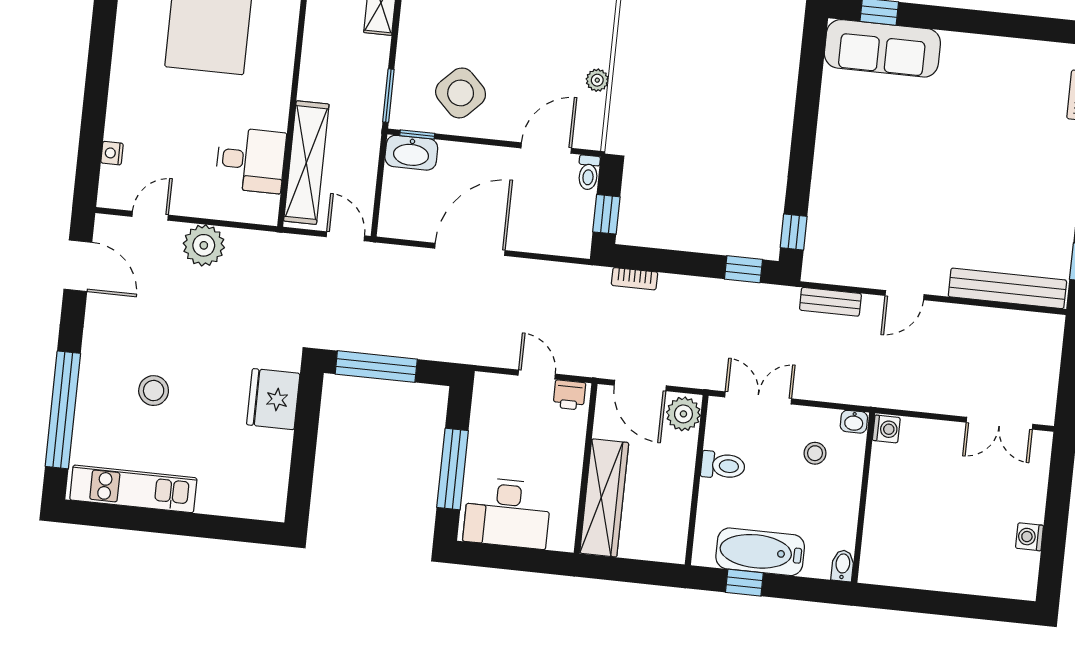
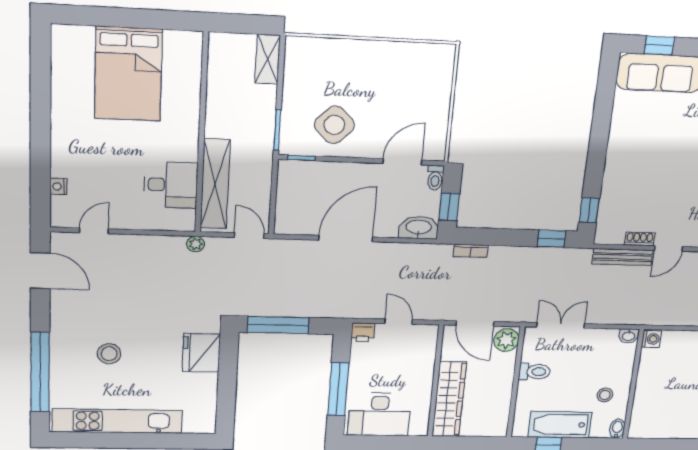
plant: (597, 80) -> (441, 109), removed
washbasin: (411, 153) -> (419, 228), moved, turned 180
plant: (204, 245) -> (196, 244), moved, width x0.53, depth x0.53
shoe rack: (864, 278) -> (640, 239), added
bench: (830, 302) -> (623, 257), width x1.36
printer: (569, 395) -> (363, 332), moved
stool: (815, 453) -> (605, 395), moved
kitchen unit: (133, 489) -> (118, 421), width x1.36

